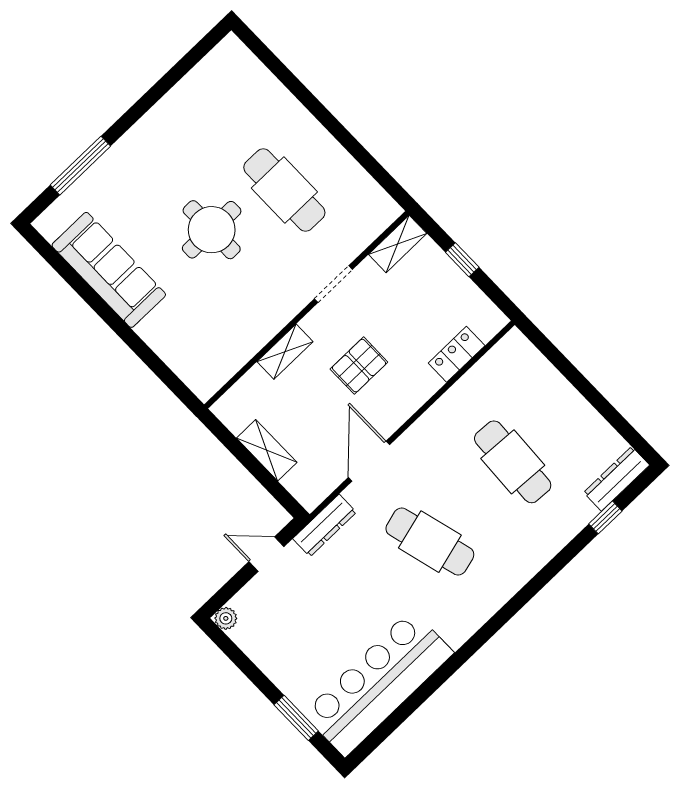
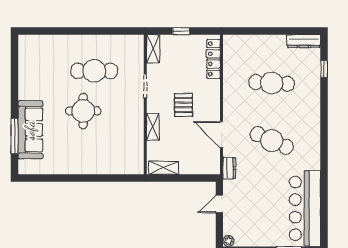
sofa: (109, 270) -> (30, 130), moved, turned 90
locker: (457, 354) -> (213, 59), width x1.53
shelving: (267, 450) -> (164, 168), moved
dresser: (617, 479) -> (304, 41), moved, turned -90
dresser: (325, 525) -> (229, 168), width x0.70
cafe table: (430, 542) -> (272, 141), turned 39

